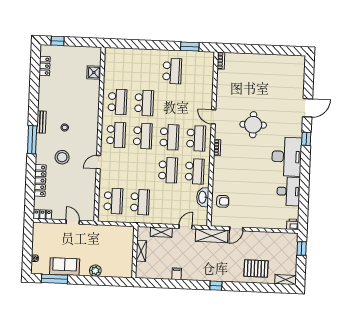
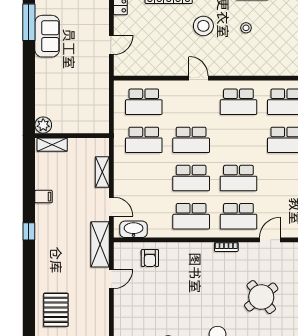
round table: (253, 125) -> (261, 297), turned -38
school desk: (143, 136) -> (191, 140), moved
washbasin: (203, 197) -> (134, 229), moved
door: (236, 229) -> (111, 279), swing flipped
shelving: (141, 251) -> (52, 145), moved
plant: (95, 271) -> (43, 125), moved
window: (216, 286) -> (29, 231), moved

